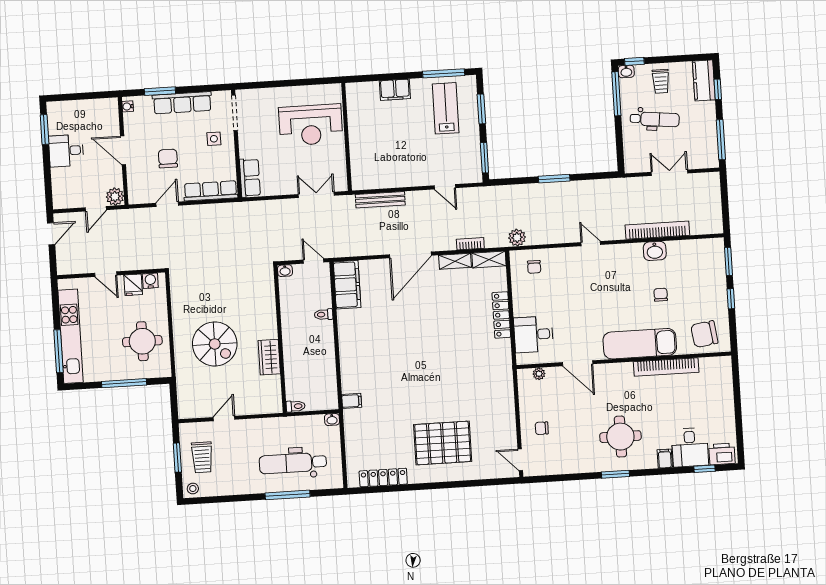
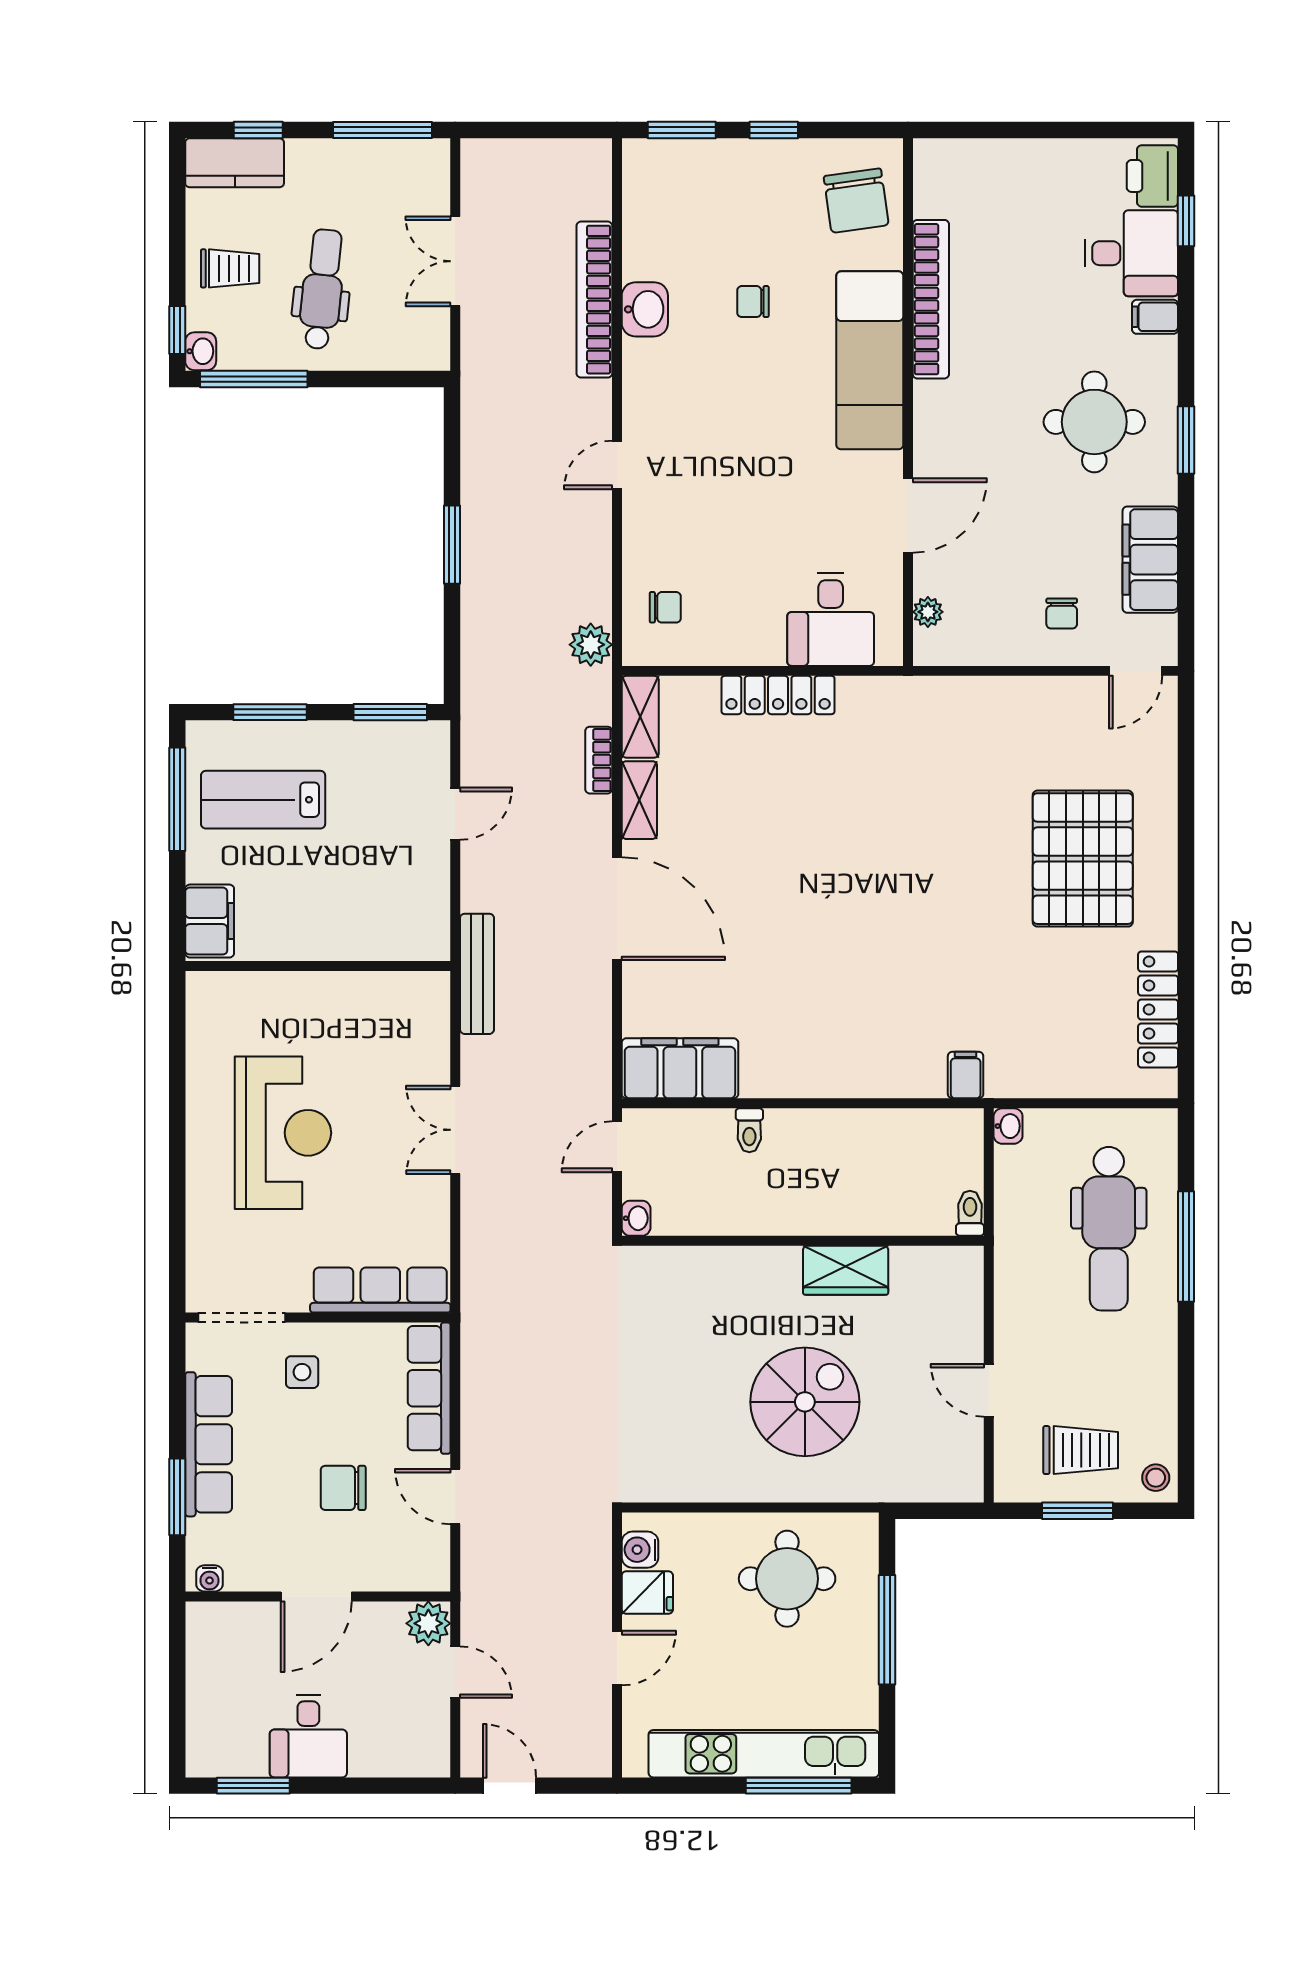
wall: (347, 137) -> (318, 966), moved
row of seats: (250, 178) -> (380, 1290), width x1.48
filing cabinet: (566, 463) -> (1150, 560), added

